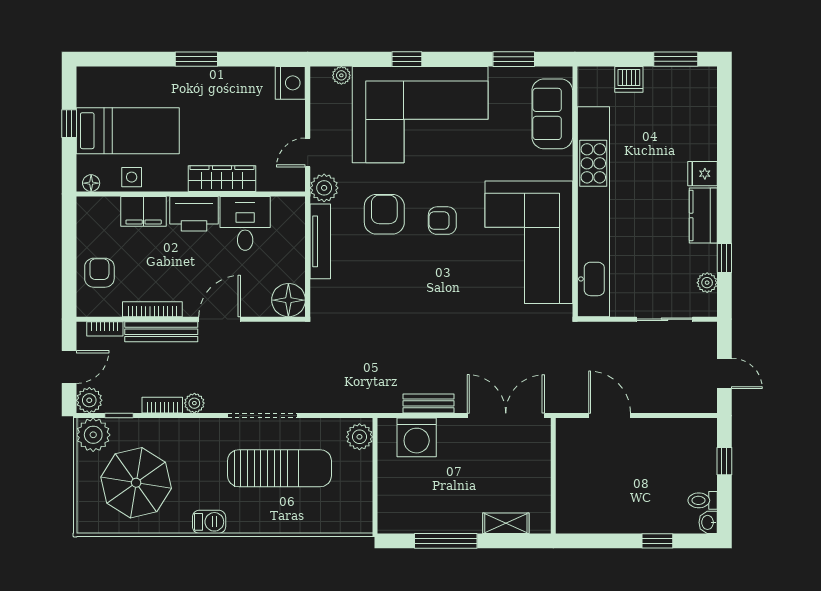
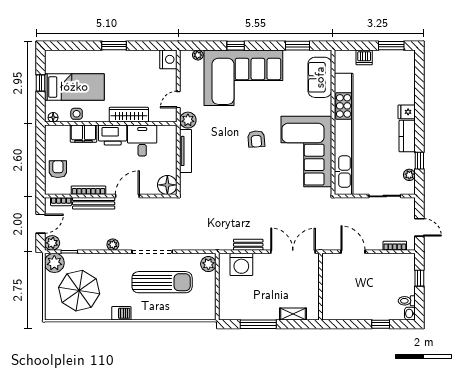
armchair: (384, 214) -> (223, 135), removed
armchair: (442, 221) -> (256, 139), turned -94
bookcase: (162, 405) -> (395, 246), moved

